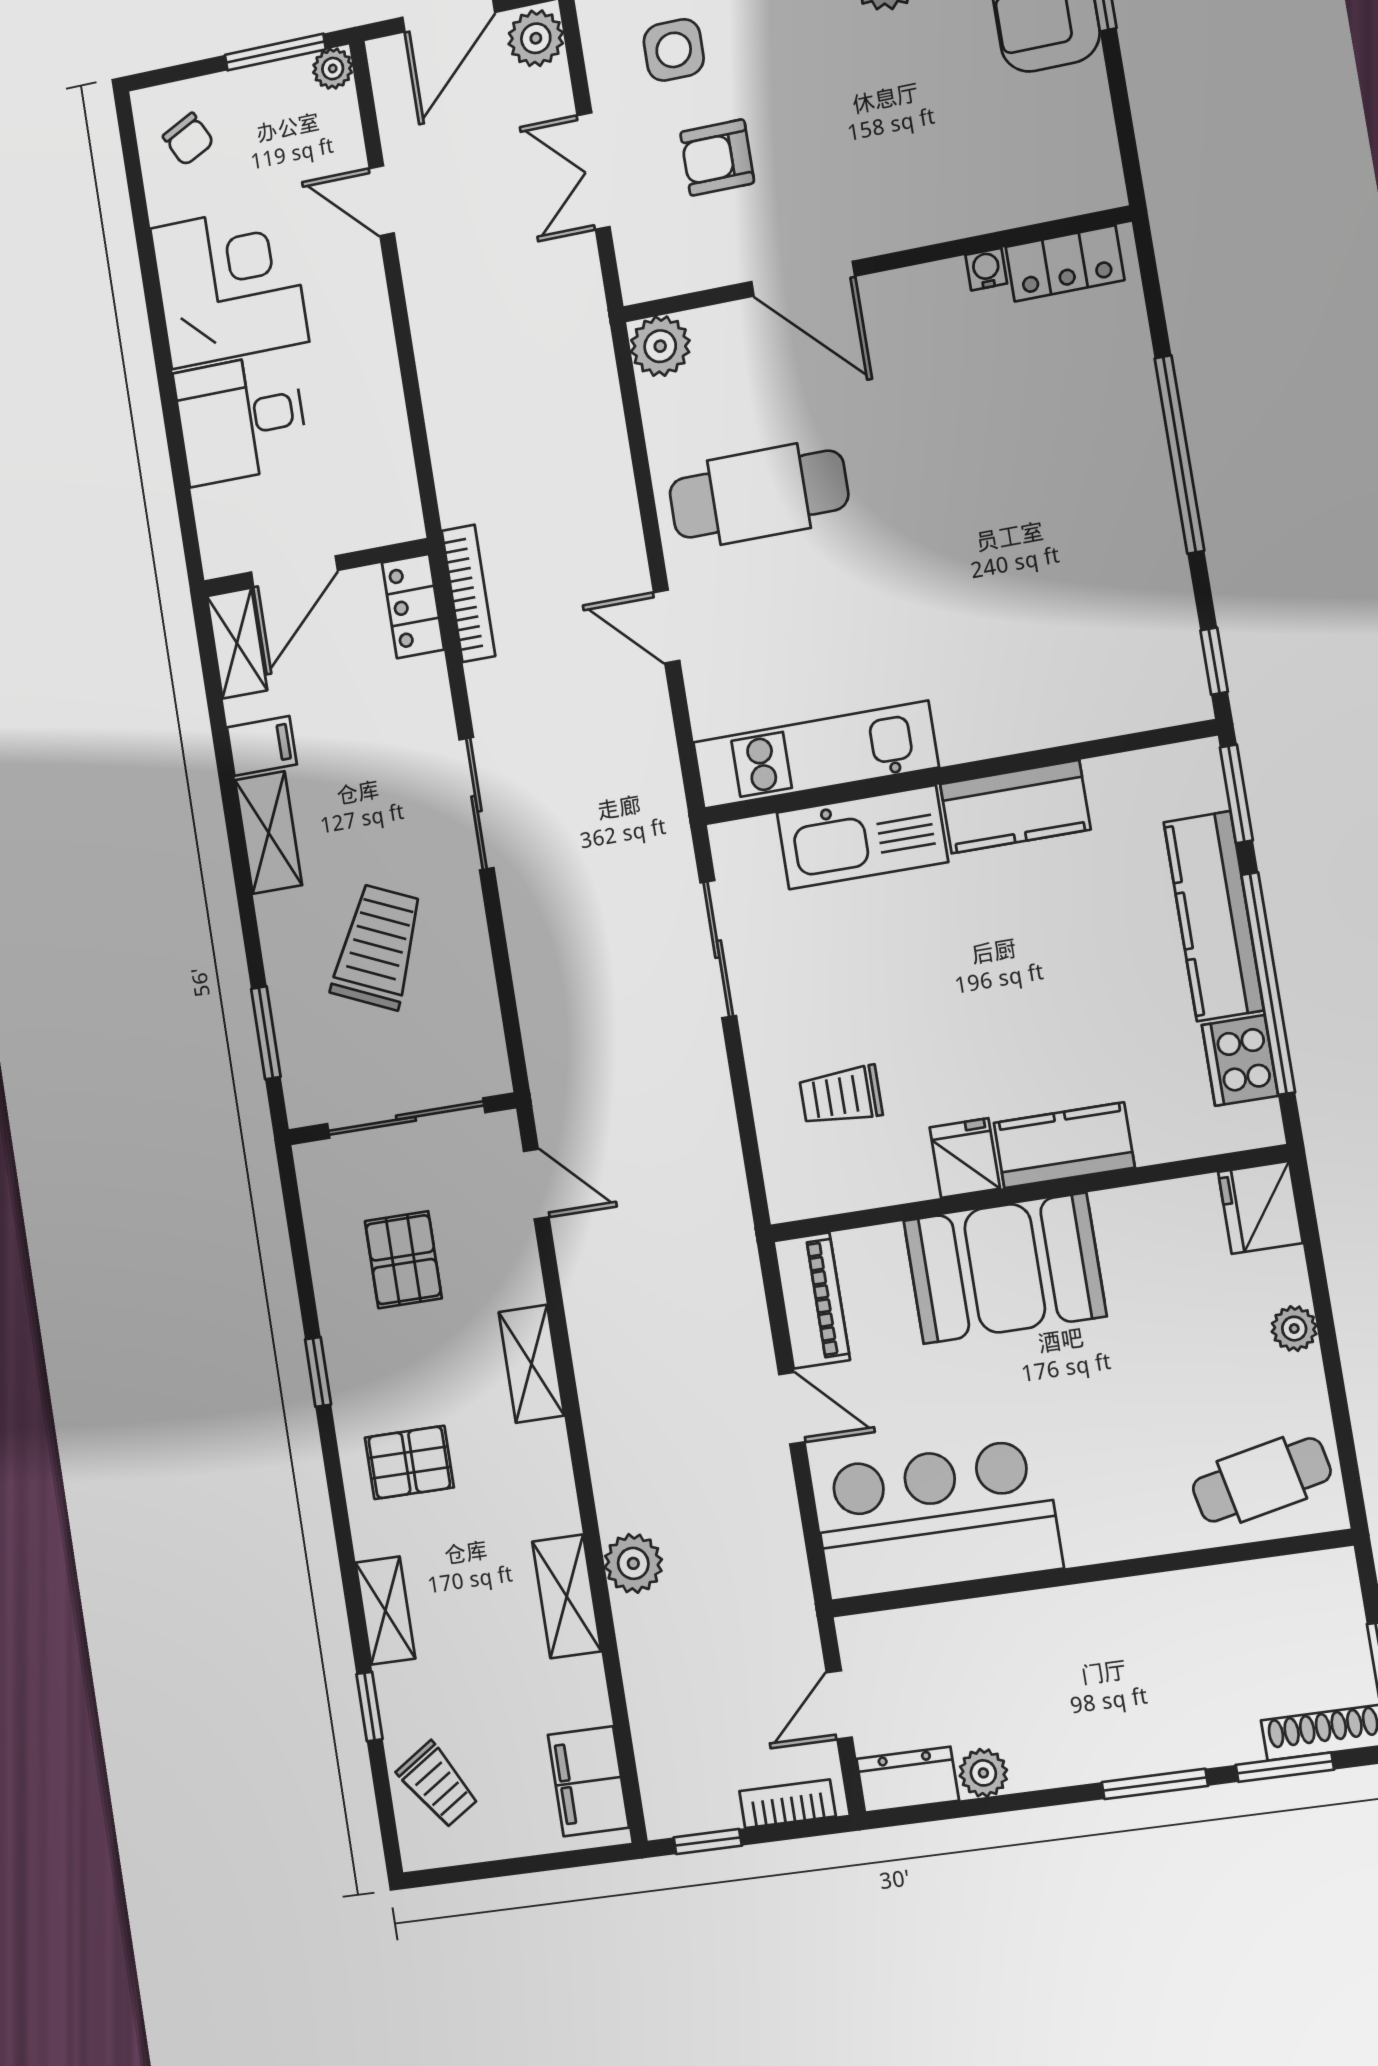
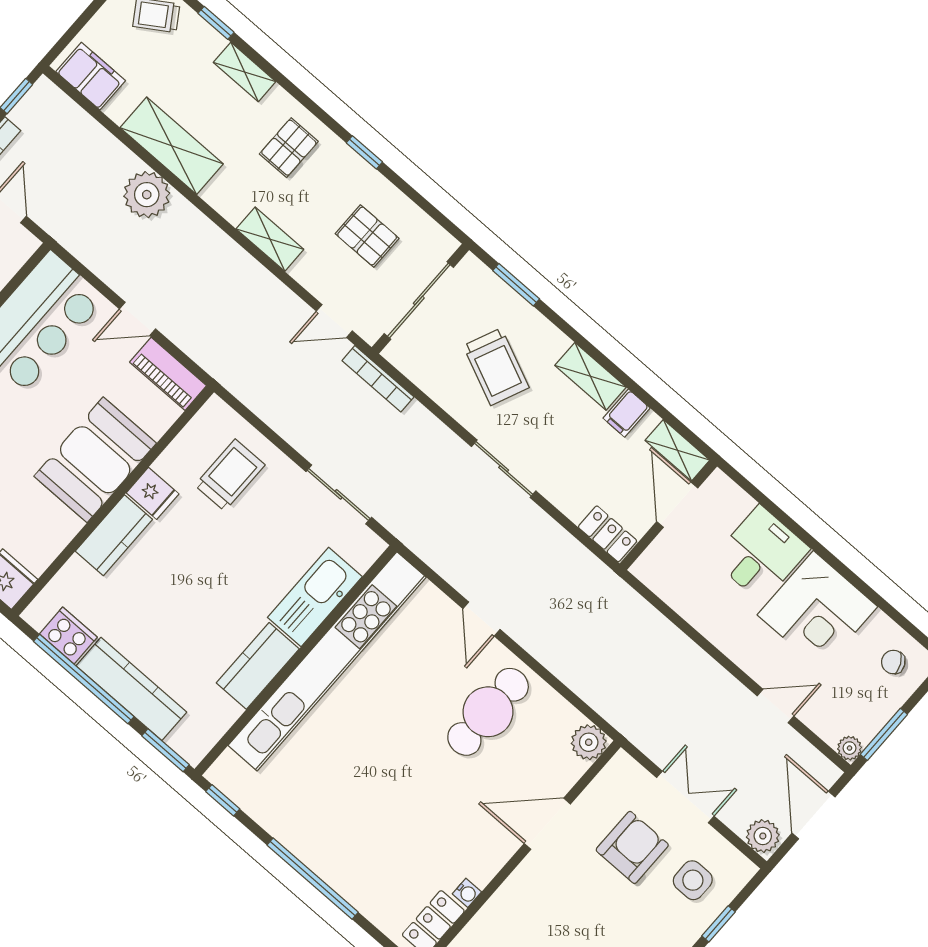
armchair: (717, 158) -> (632, 847), width x1.38, depth x1.38
bookcase: (468, 593) -> (378, 379), moved
door: (667, 627) -> (482, 619), swing flipped
kitchen unit: (816, 755) -> (327, 661), width x1.86
trolley: (841, 1096) -> (230, 475), width x1.36, depth x1.39
plant: (633, 1563) -> (147, 195), width x1.36, depth x1.36
shelving: (567, 1596) -> (172, 146), width x1.50, depth x1.33

